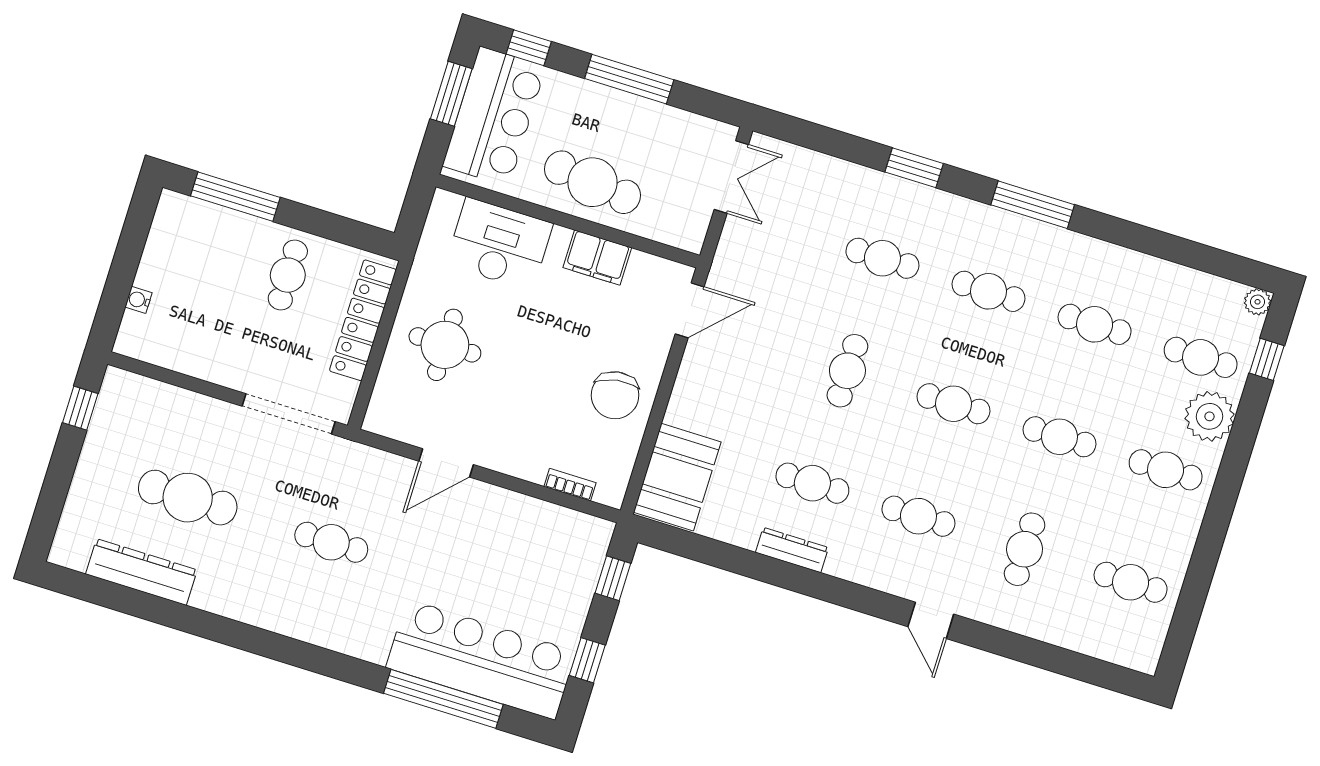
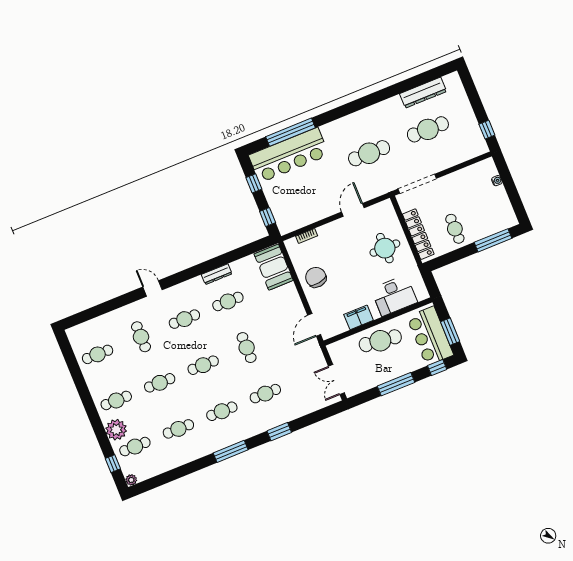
cafe table: (331, 542) -> (369, 153), width x1.37, depth x1.35

